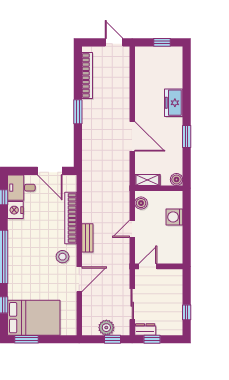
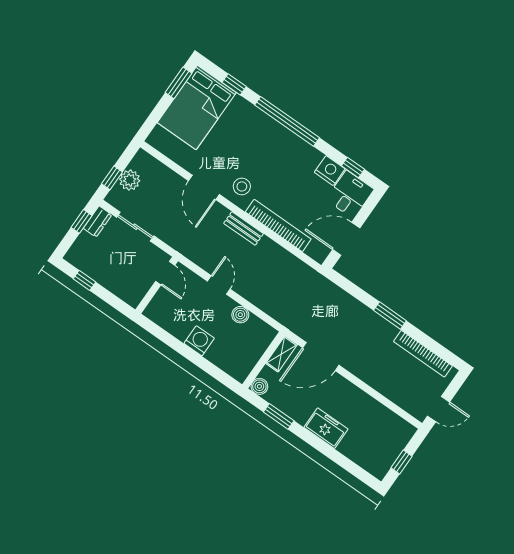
boiler: (176, 179) -> (259, 386), moved
shelving: (147, 180) -> (281, 354), moved
wall: (159, 188) -> (264, 360), moved

